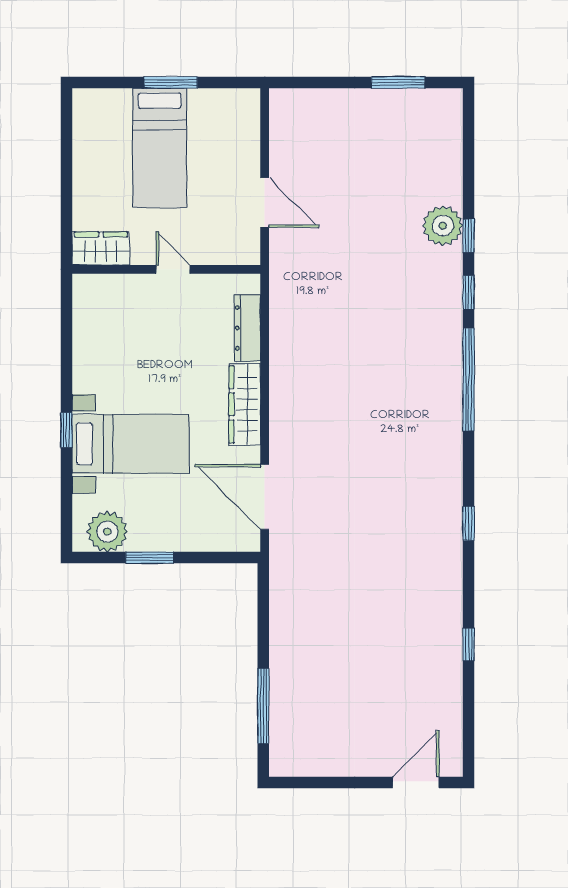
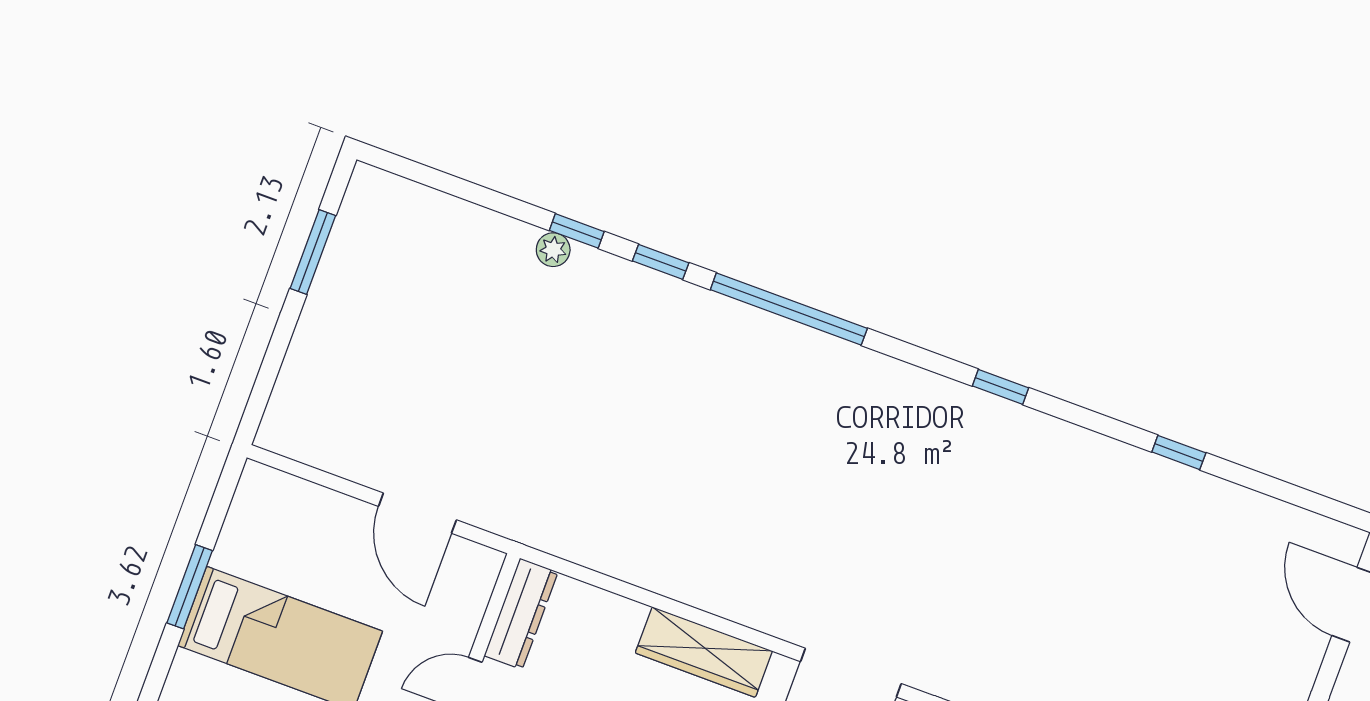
door: (265, 202) -> (417, 513), swing flipped
plant: (443, 226) -> (553, 250), width x0.53, depth x0.53
dresser: (247, 328) -> (521, 614), moved, turned -90

